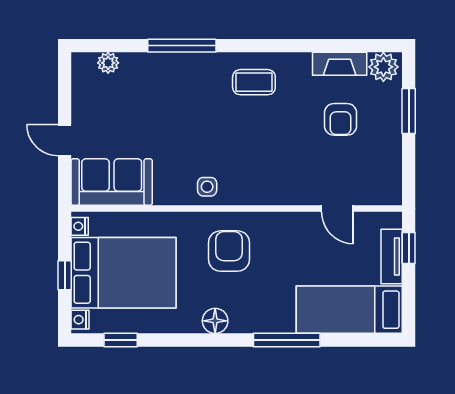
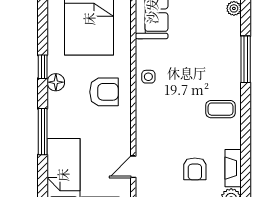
coffee table: (254, 82) -> (221, 109), turned 90
armchair: (341, 119) -> (195, 169), turned -90
window: (121, 340) -> (43, 67), moved

